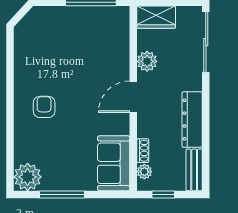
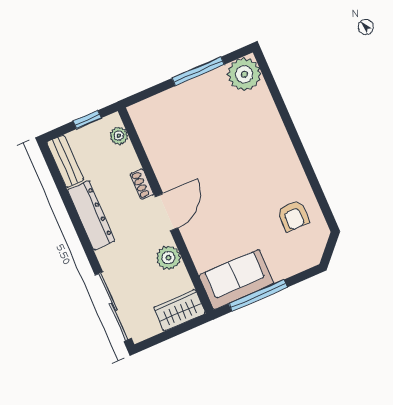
armchair: (44, 107) -> (293, 216), moved
shoe rack: (143, 151) -> (142, 184), moved
sofa: (114, 163) -> (236, 279), moved, turned -90

